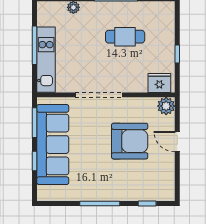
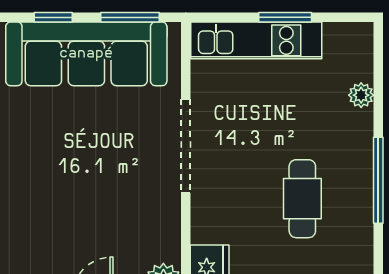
window: (34, 45) -> (285, 17), width x0.69
armchair: (130, 141) -> (93, 208), removed

